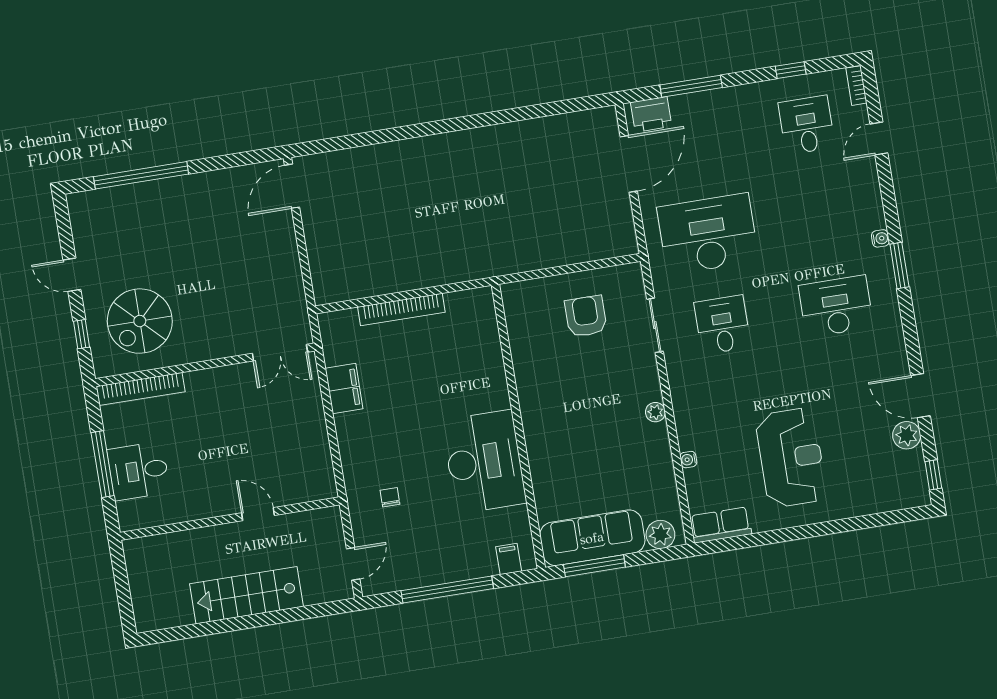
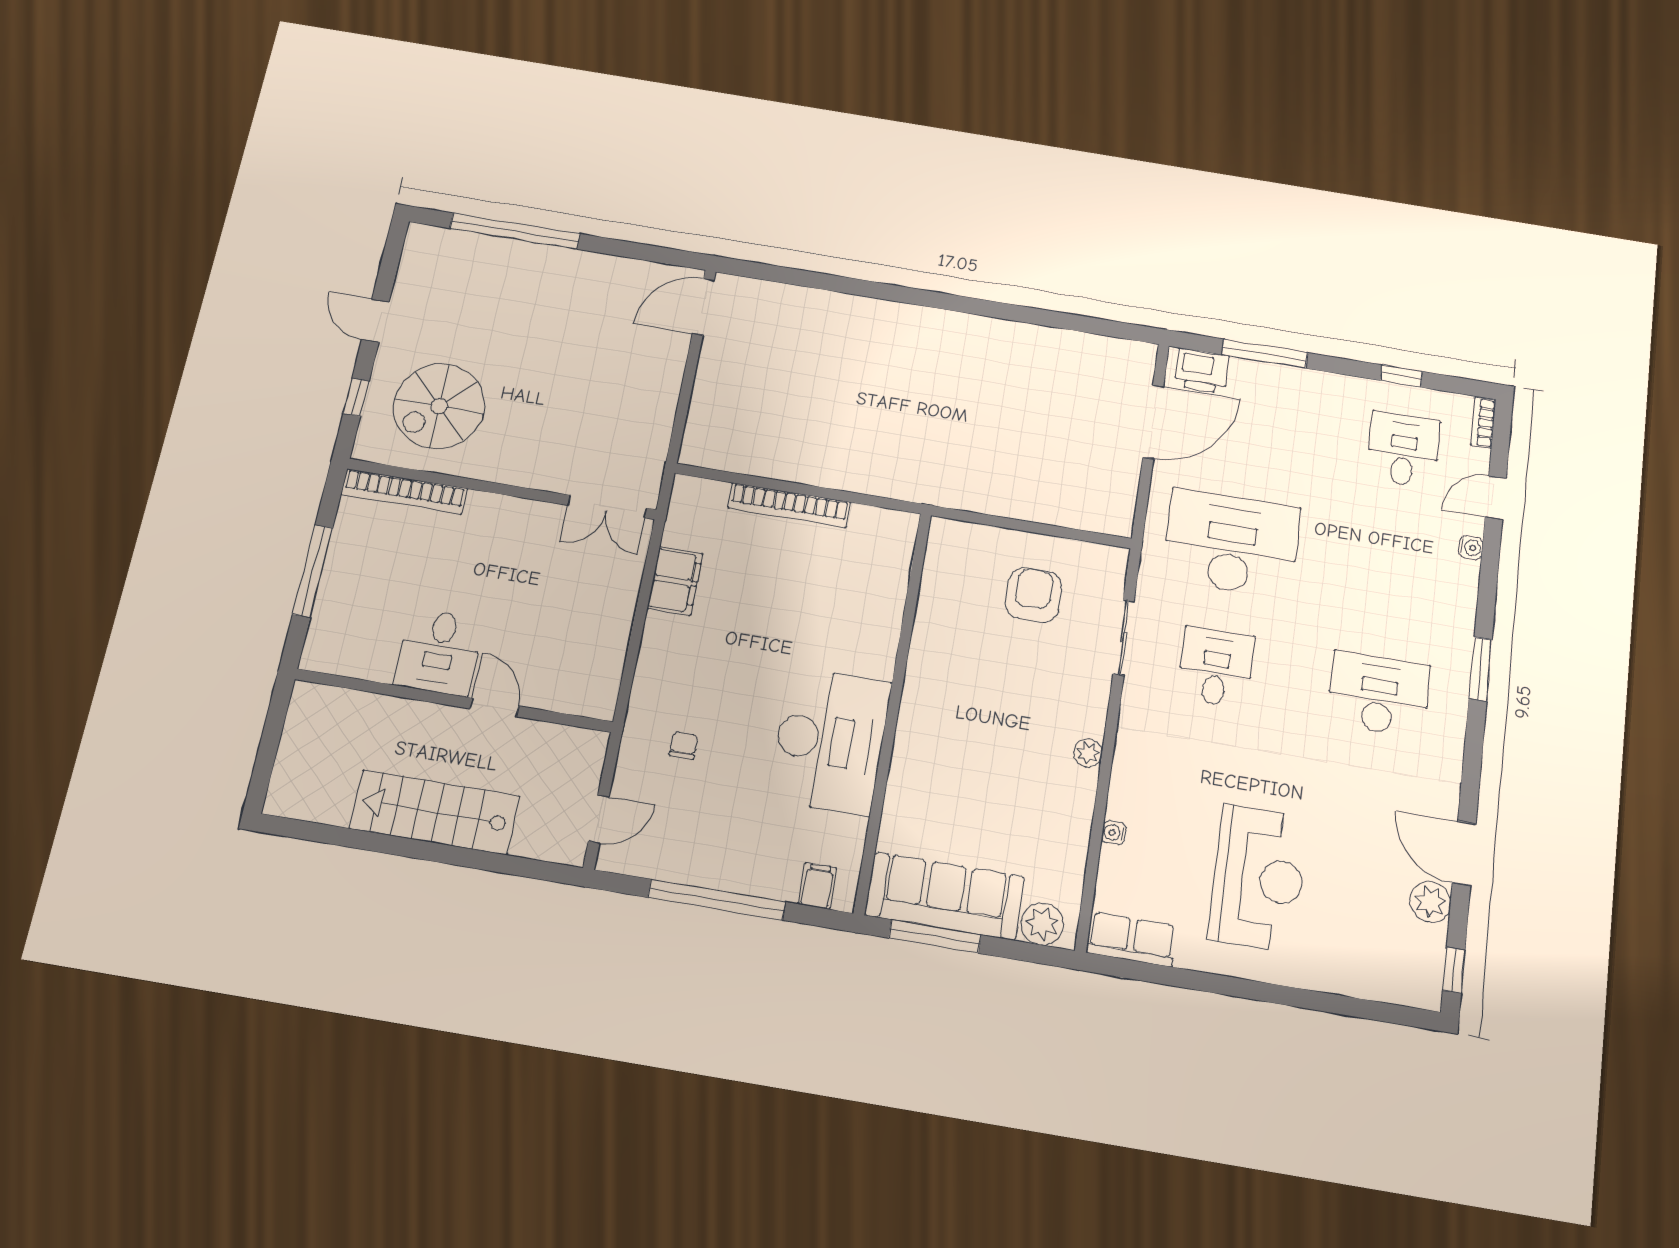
water cooler: (880, 238) -> (1471, 548), moved
desk: (138, 471) -> (439, 652), moved, turned -90

